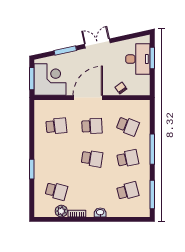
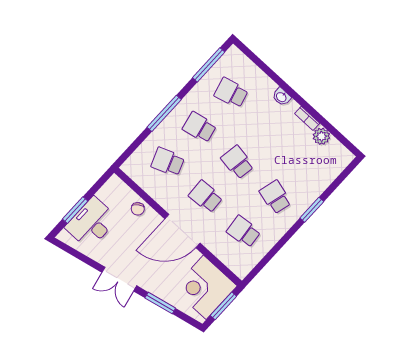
school desk: (128, 126) -> (168, 162), turned -42
school desk: (56, 191) -> (275, 197), moved

